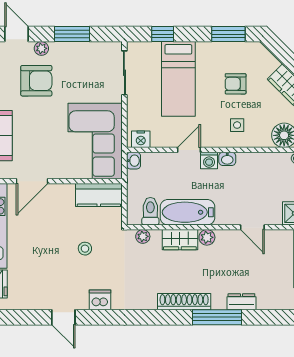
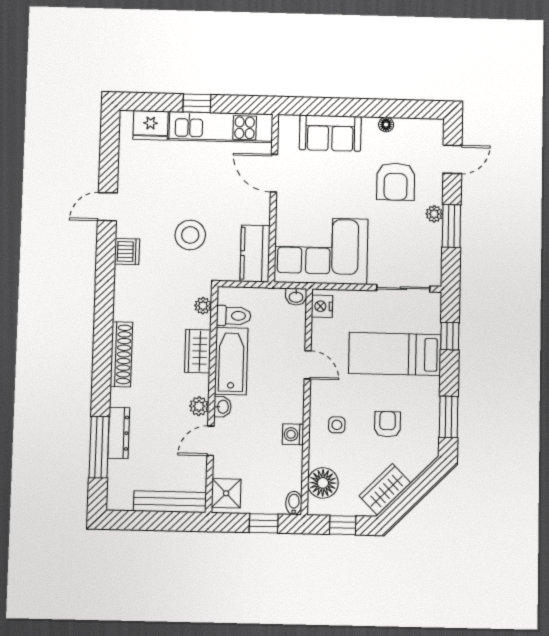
plant: (41, 48) -> (434, 214), moved
washbasin: (227, 159) -> (223, 407), moved, turned 180
washing machine: (209, 160) -> (293, 434), moved
plant: (207, 237) -> (199, 406), moved
stool: (85, 249) -> (190, 235), width x1.89, depth x1.89
dresser: (241, 302) -> (119, 433), width x1.44
window: (217, 317) -> (99, 447), moved

